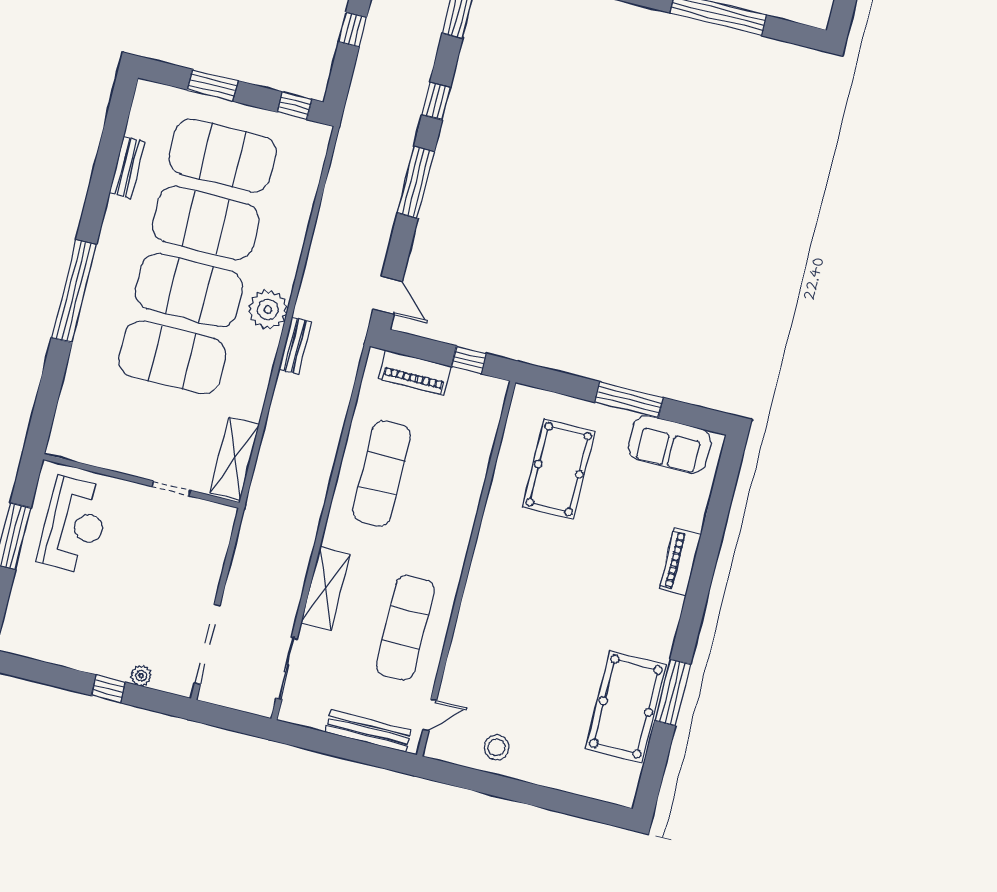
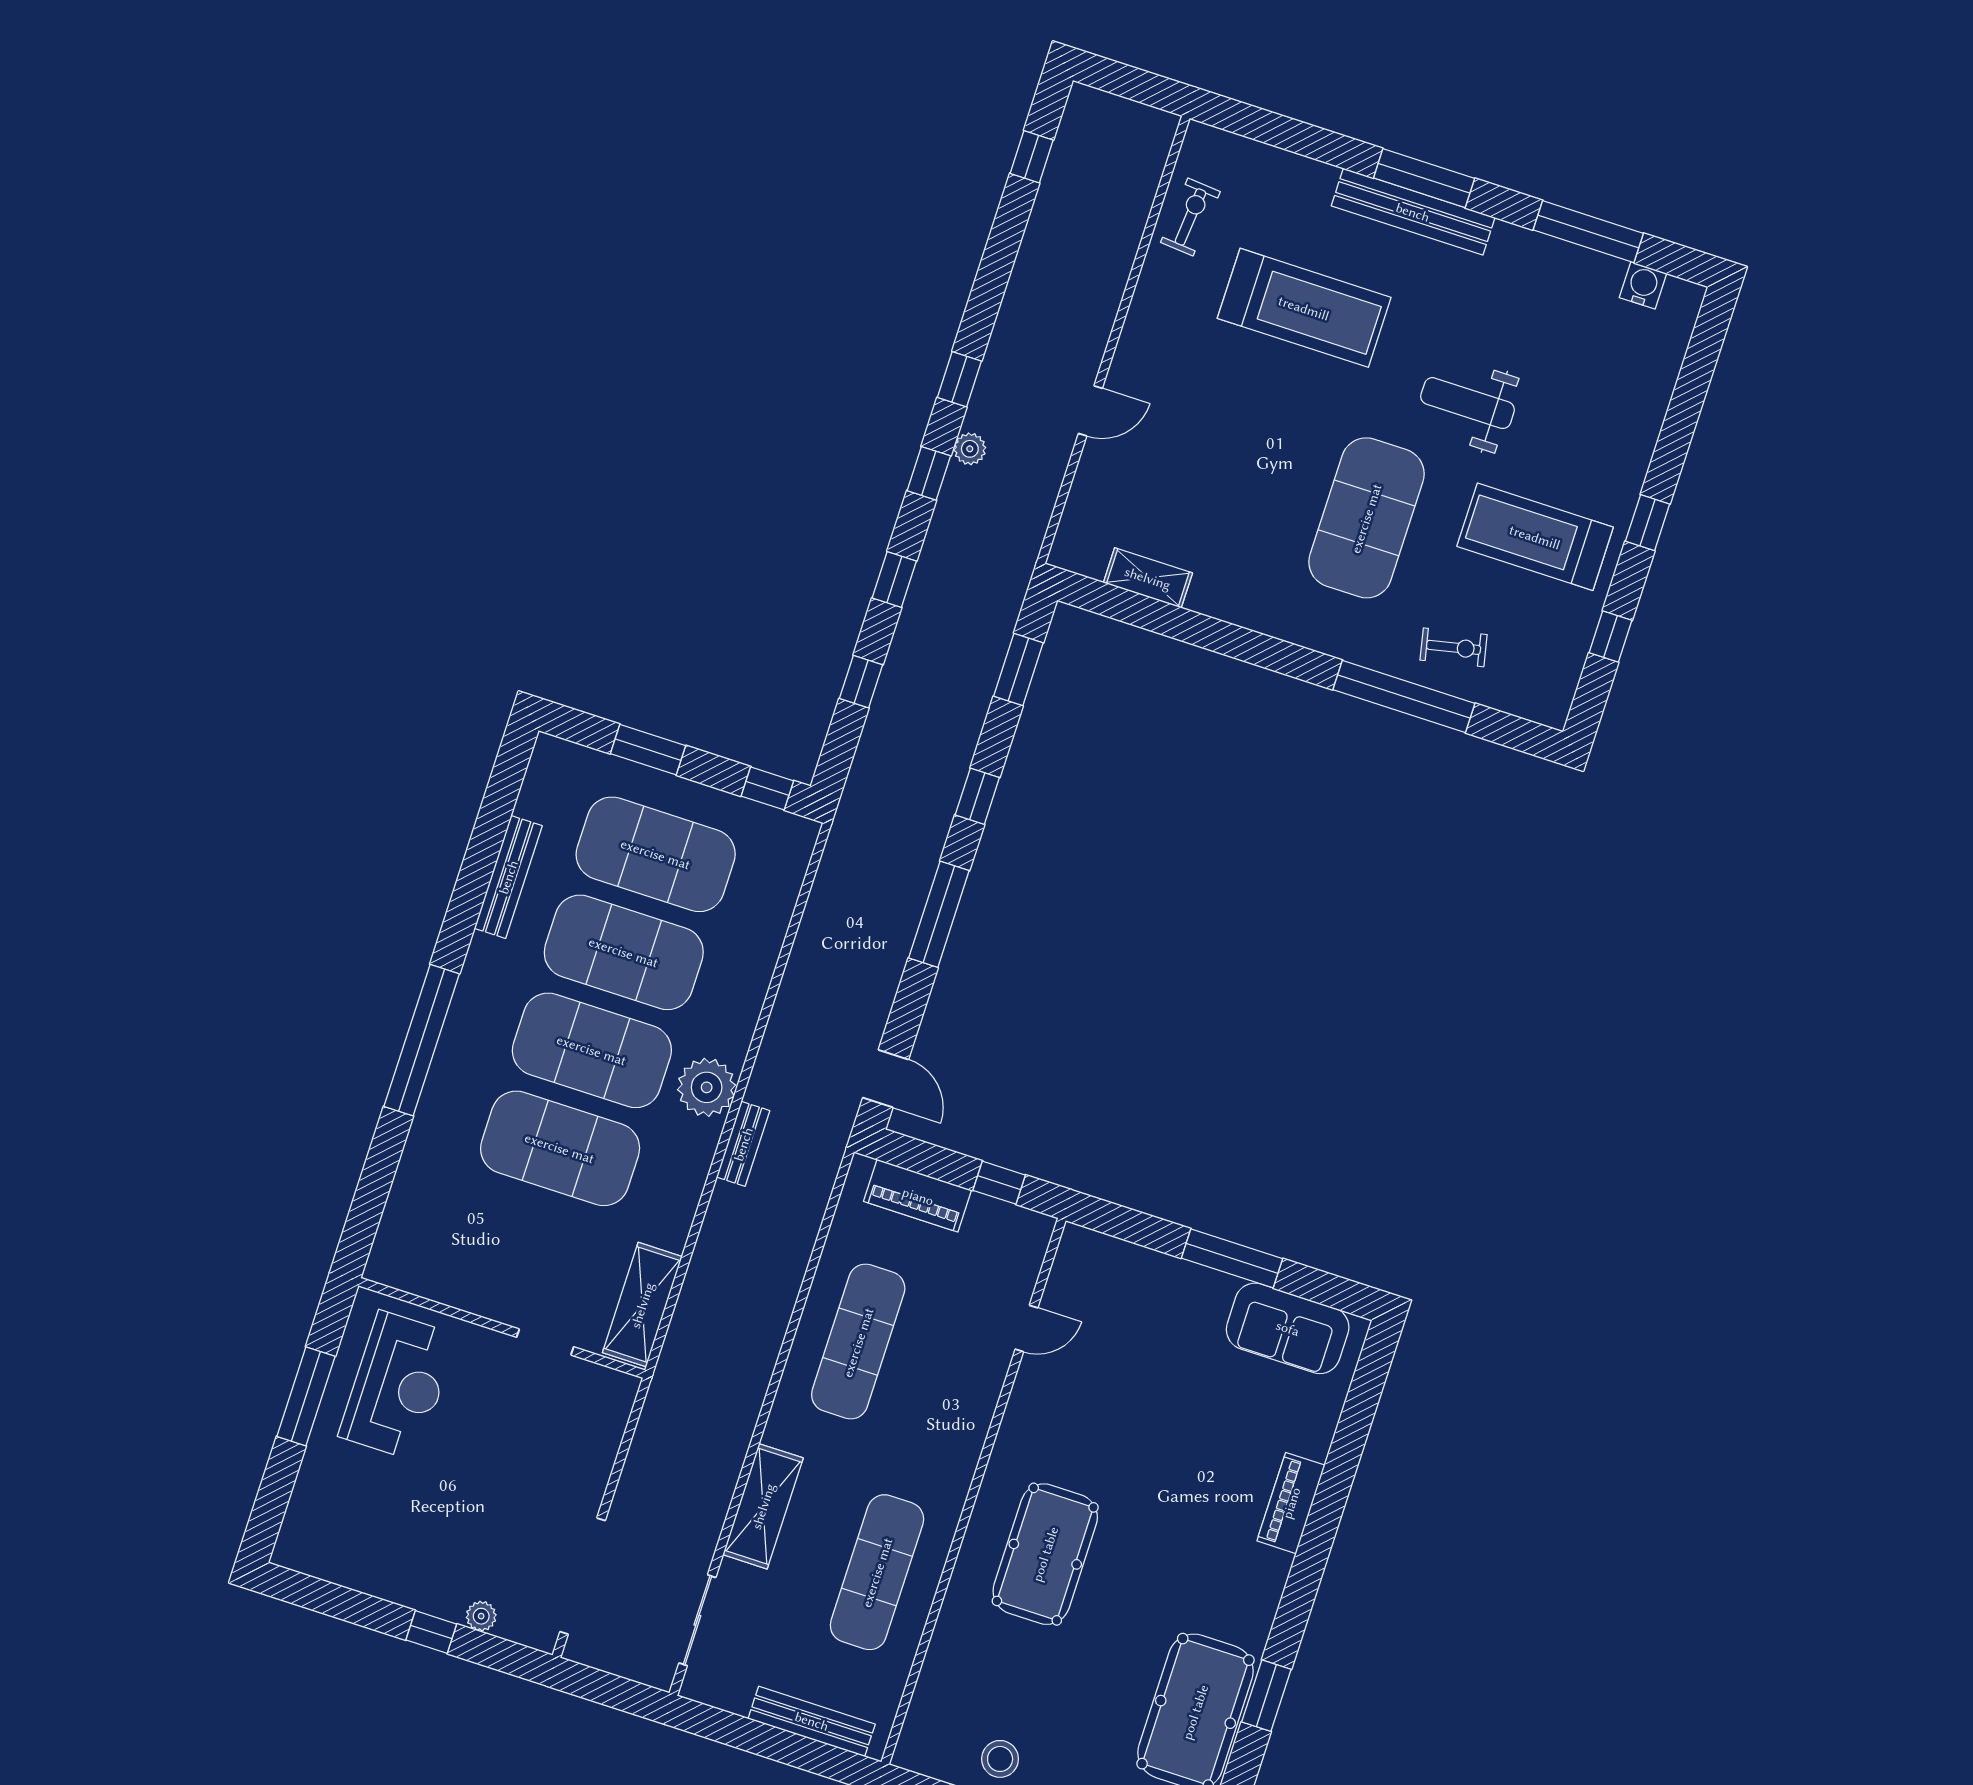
bench: (127, 167) -> (508, 877), width x1.36
pool table: (559, 469) -> (1045, 1554), moved
window: (673, 692) -> (1266, 1696), width x0.69
door: (430, 715) -> (1026, 1328), moved

